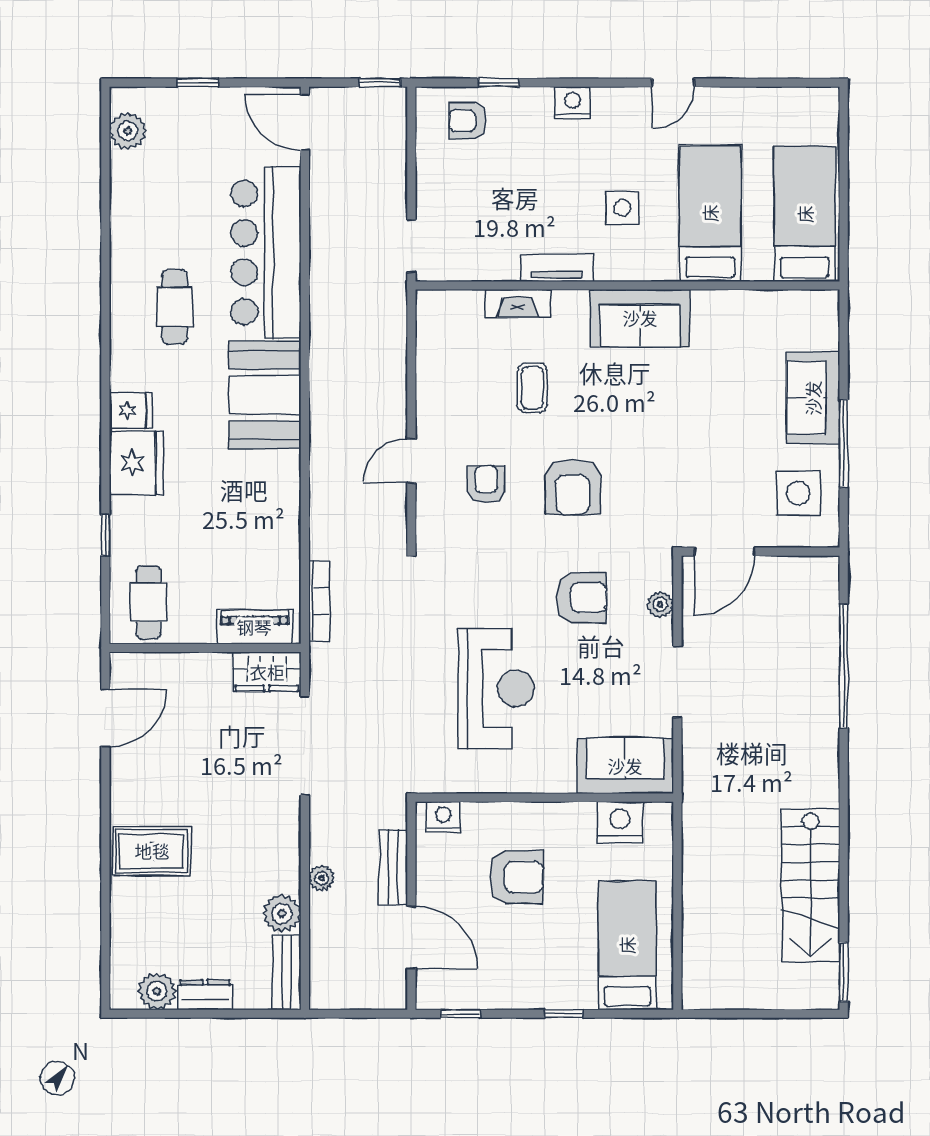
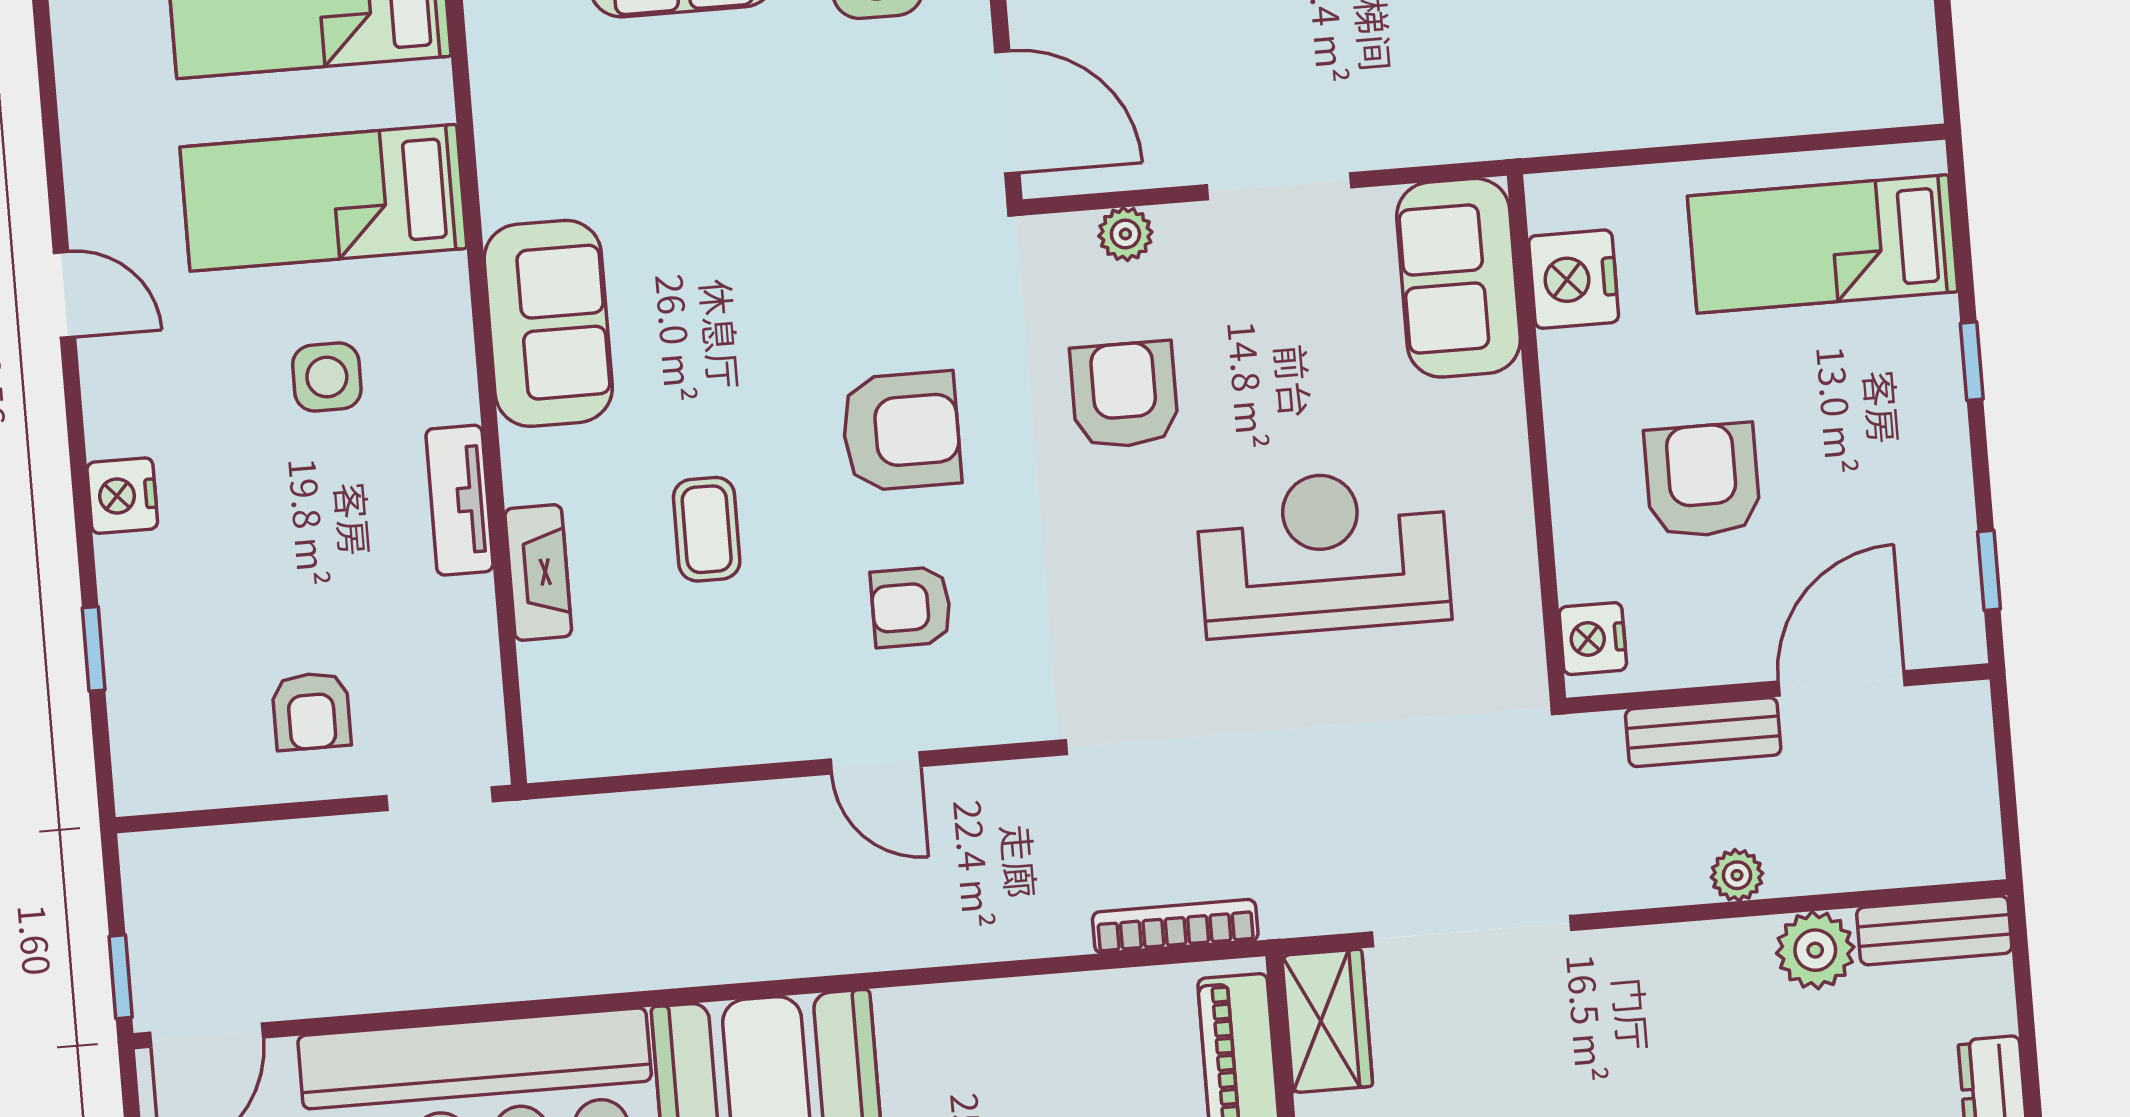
window: (380, 83) -> (121, 977), moved
armchair: (468, 121) -> (311, 711), moved
coffee table: (532, 388) -> (707, 529), turned 90

